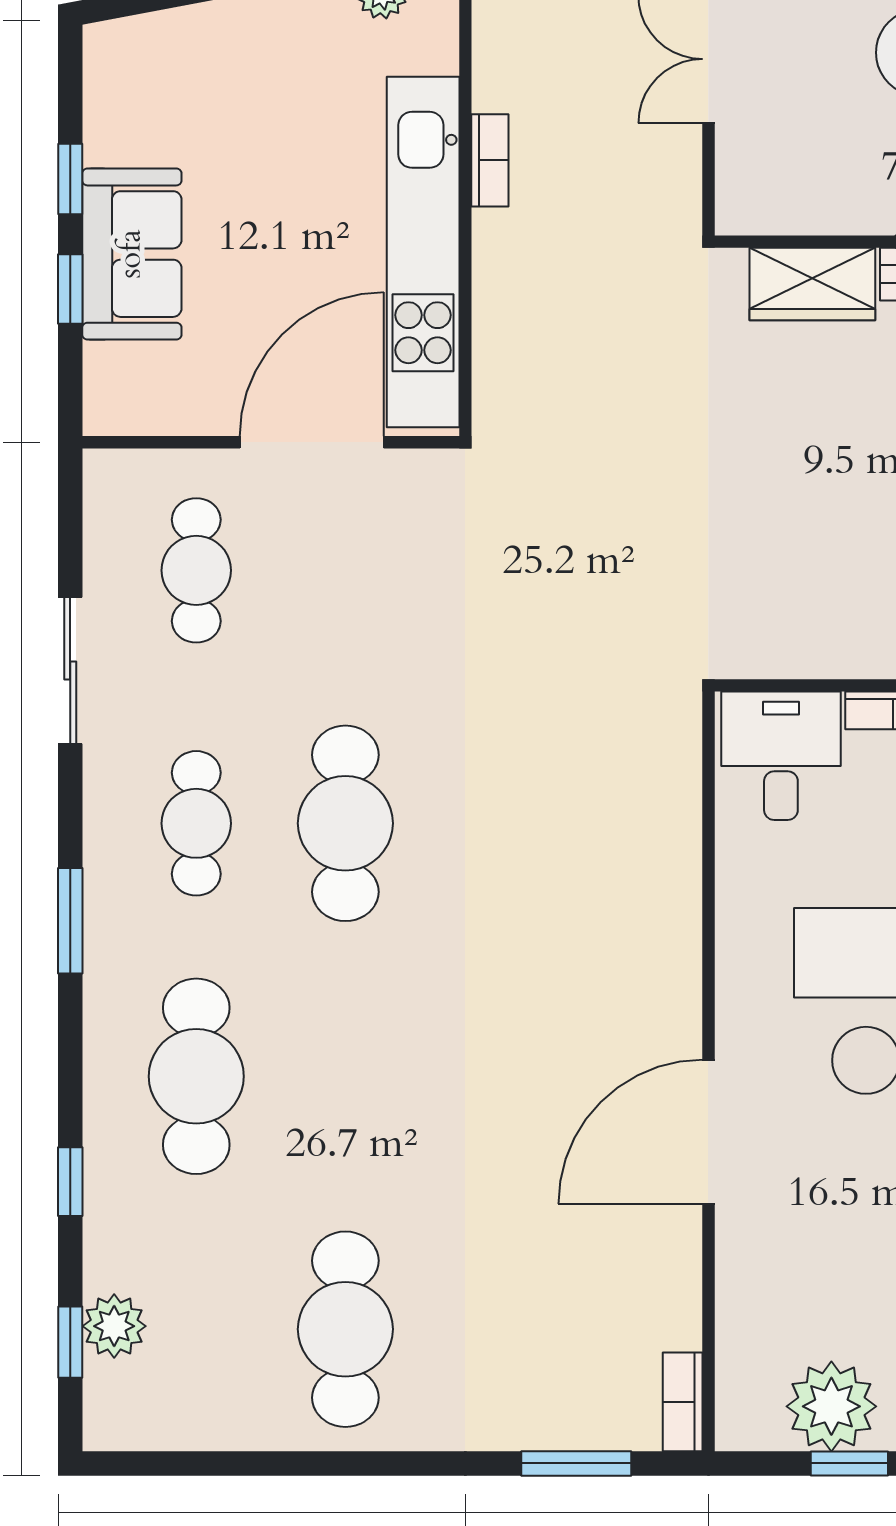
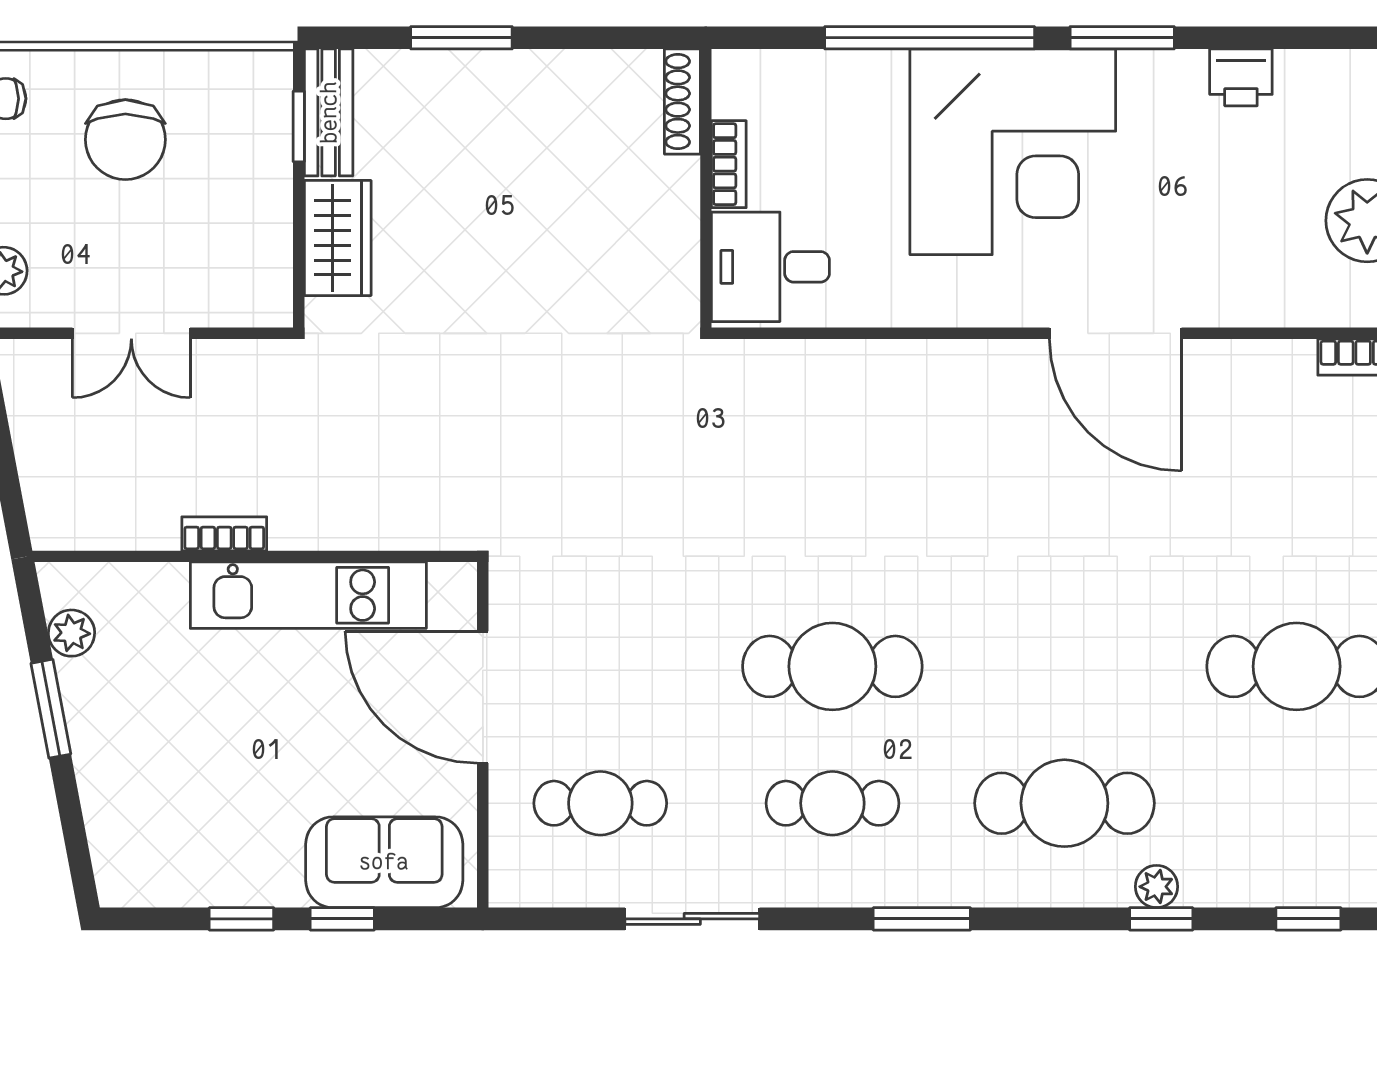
kitchen unit: (423, 252) -> (308, 595), width x0.73
sofa: (132, 254) -> (384, 862), moved
plant: (114, 1326) -> (1157, 887), moved, width x0.73, depth x0.73

